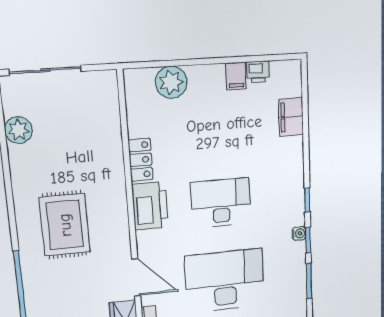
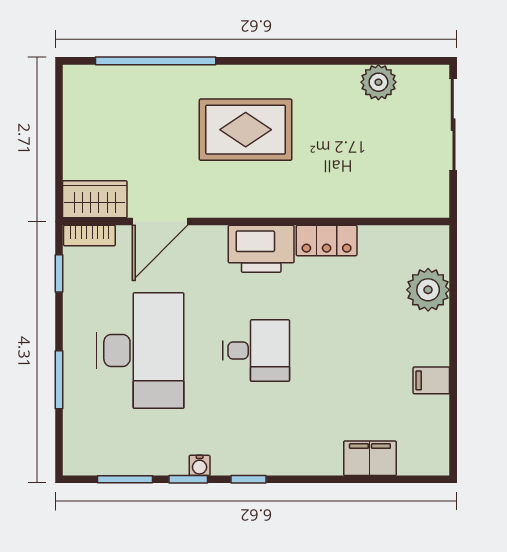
printer: (258, 72) -> (435, 412), removed
desk: (221, 203) -> (256, 350), width x0.73

